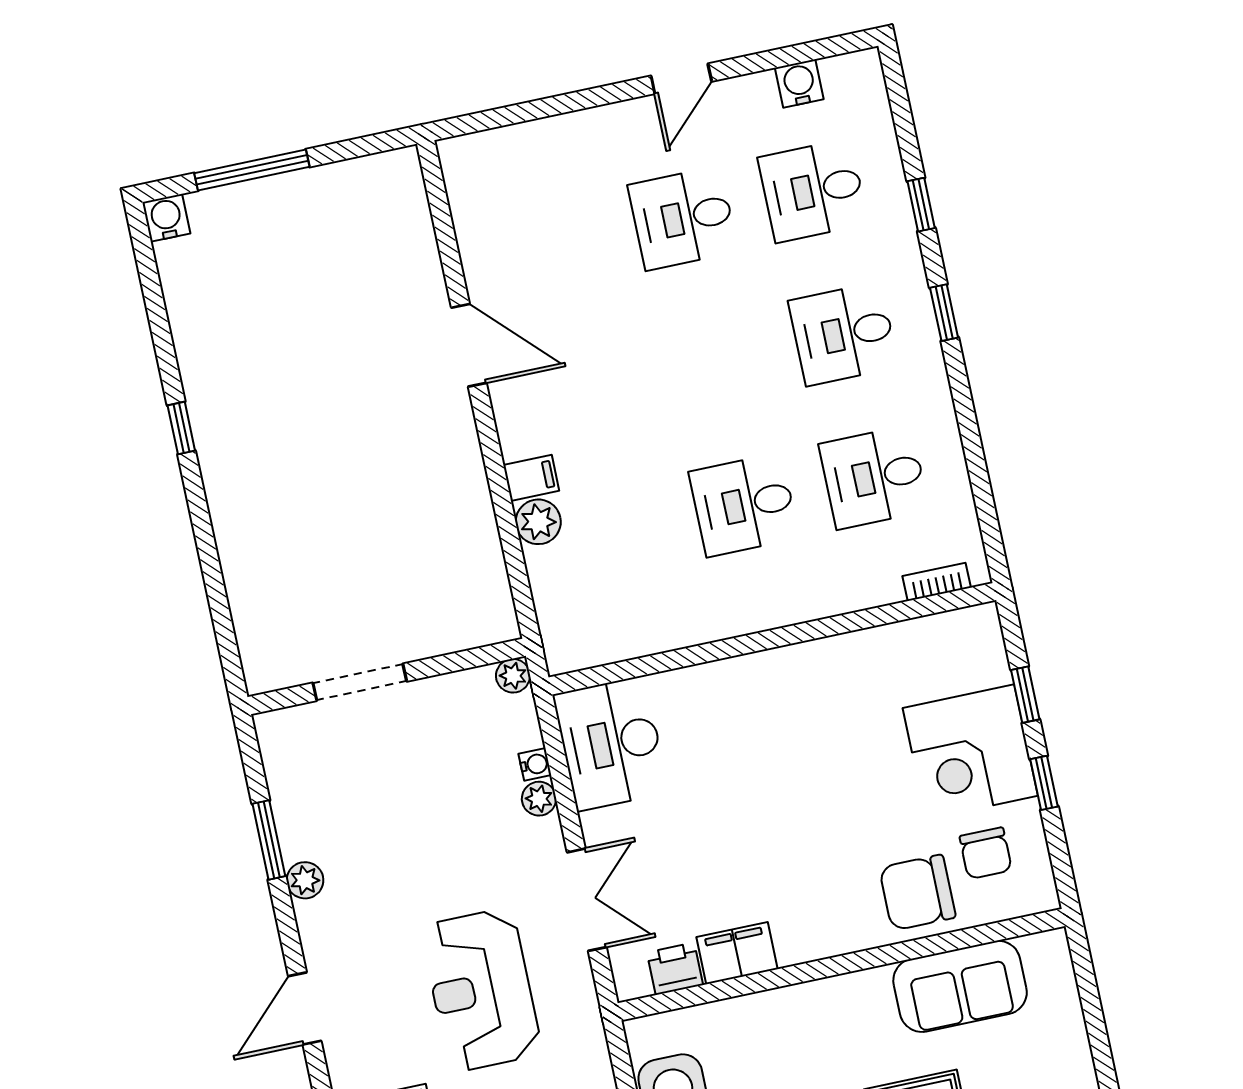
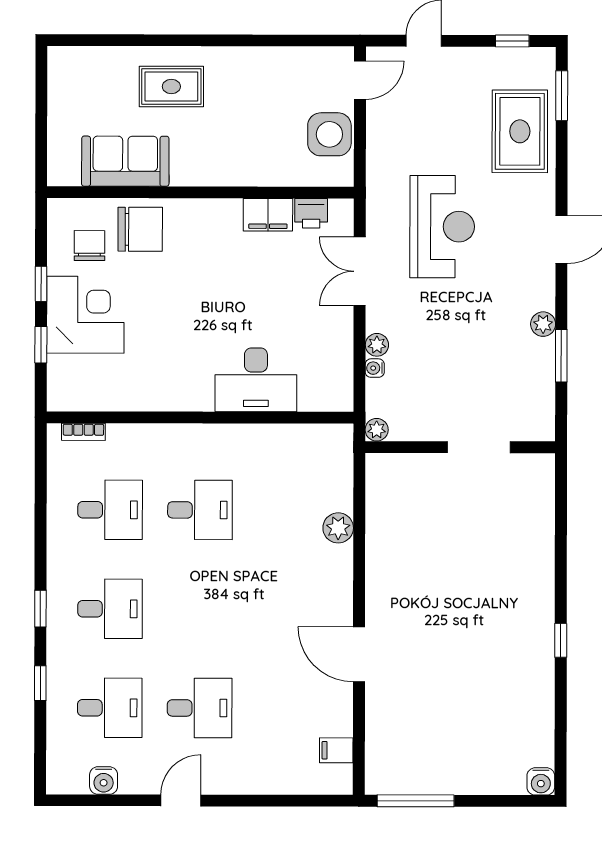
window: (252, 170) -> (416, 801), moved
filing cabinet: (531, 478) -> (336, 750), moved
desk: (611, 743) -> (256, 380), moved, turned 90

